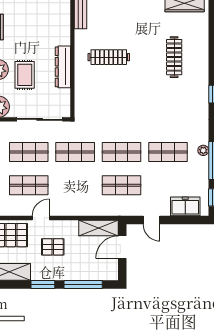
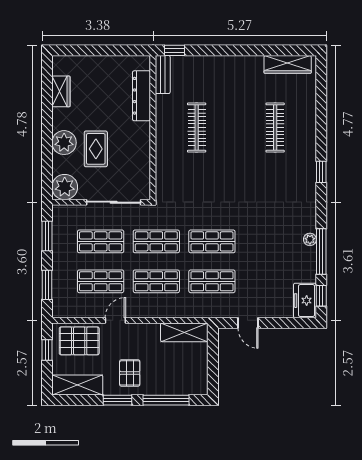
clothes rail: (109, 57) -> (197, 128), turned 90
dresser: (63, 67) -> (142, 96), moved
shop shelf: (168, 152) -> (156, 281), moved
freezer: (185, 206) -> (305, 301), moved, turned -90
pallet: (53, 247) -> (130, 373), moved, turned 90
door: (122, 247) -> (213, 355), removed

